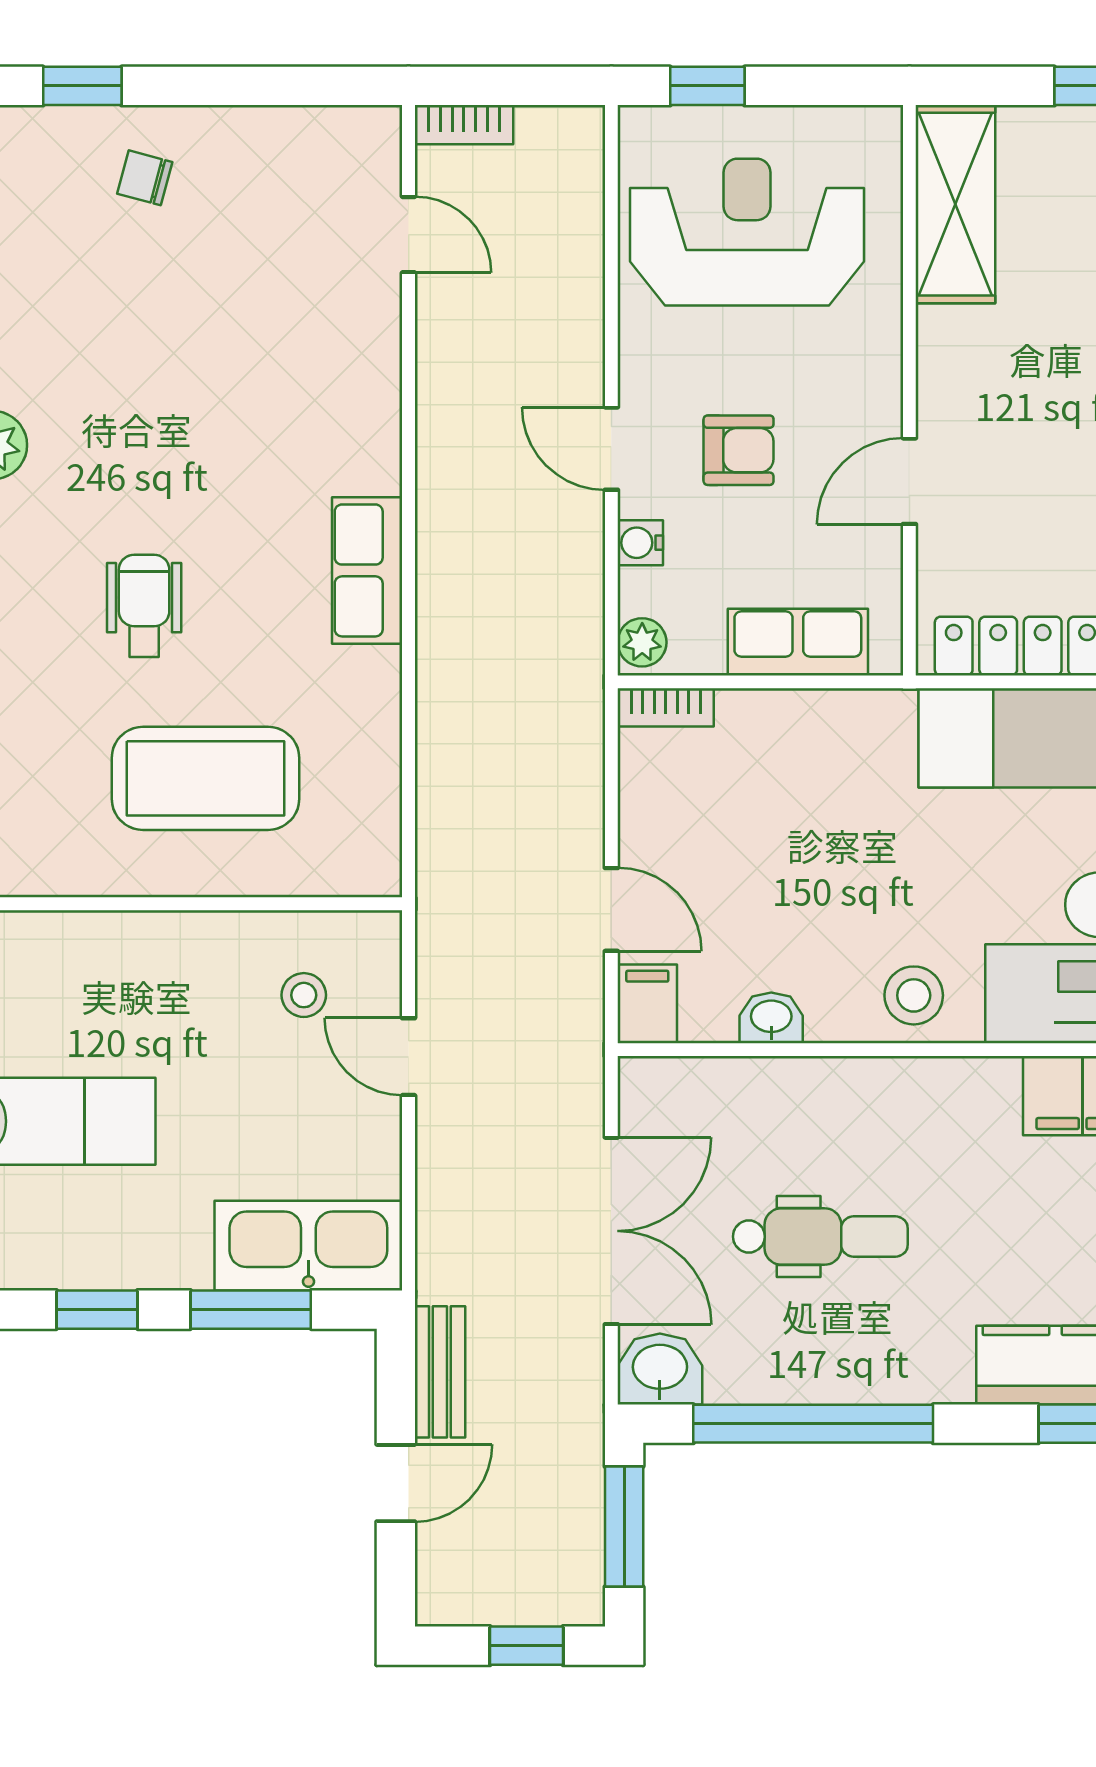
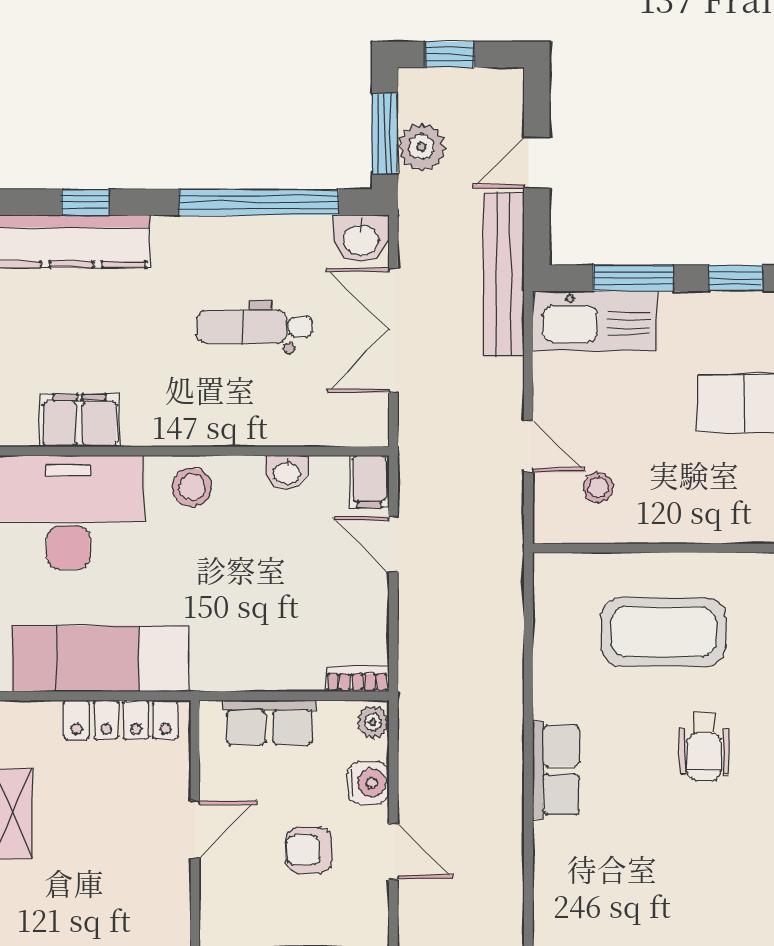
water cooler: (640, 543) -> (368, 783), width x1.38, depth x1.38
bench: (440, 1372) -> (504, 274), width x1.86, depth x1.21
plant: (569, 1506) -> (421, 147), added

